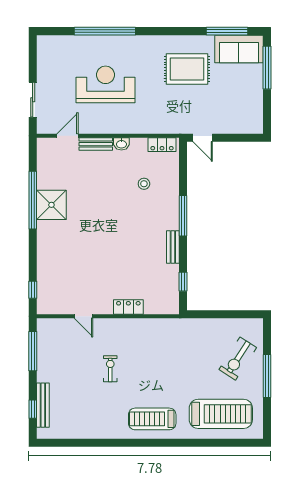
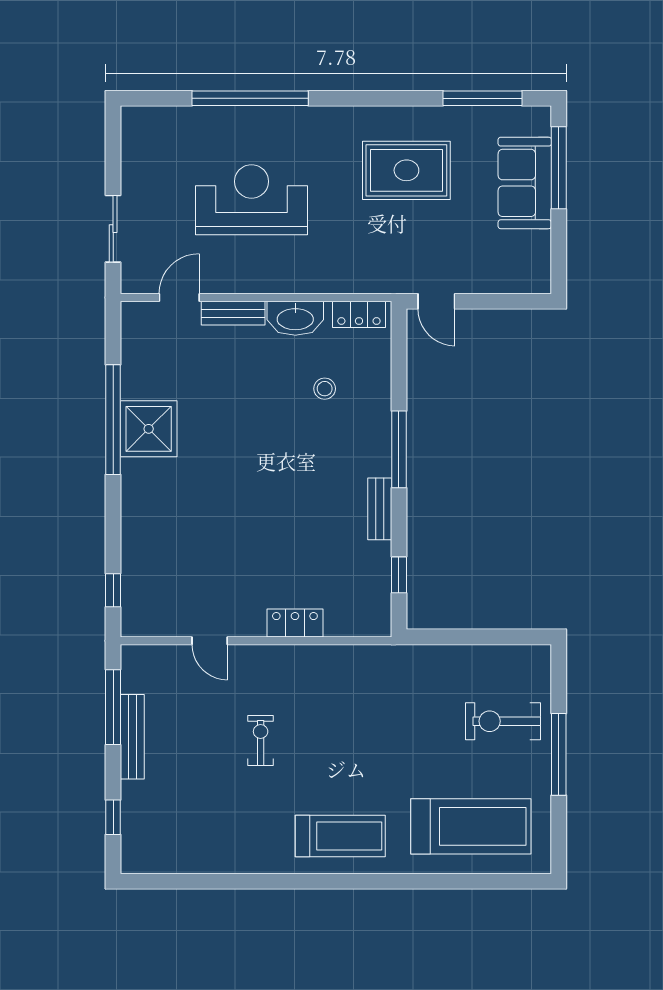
sofa: (239, 49) -> (525, 183), moved, turned 90
washbasin: (121, 144) -> (295, 318), width x1.91, depth x1.45
exercise bike: (238, 359) -> (503, 721), turned 57
bench: (43, 405) -> (132, 737), moved
treadmill: (152, 419) -> (340, 836), turned 180

